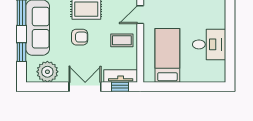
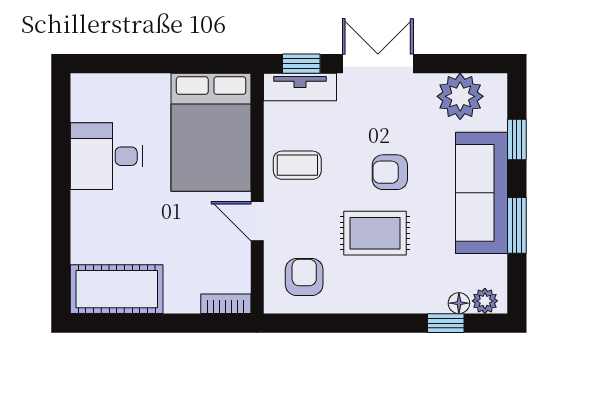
door: (140, 15) -> (257, 221), swing flipped
bed: (167, 55) -> (211, 132), width x1.50
double door: (85, 87) -> (378, 64), swing flipped

